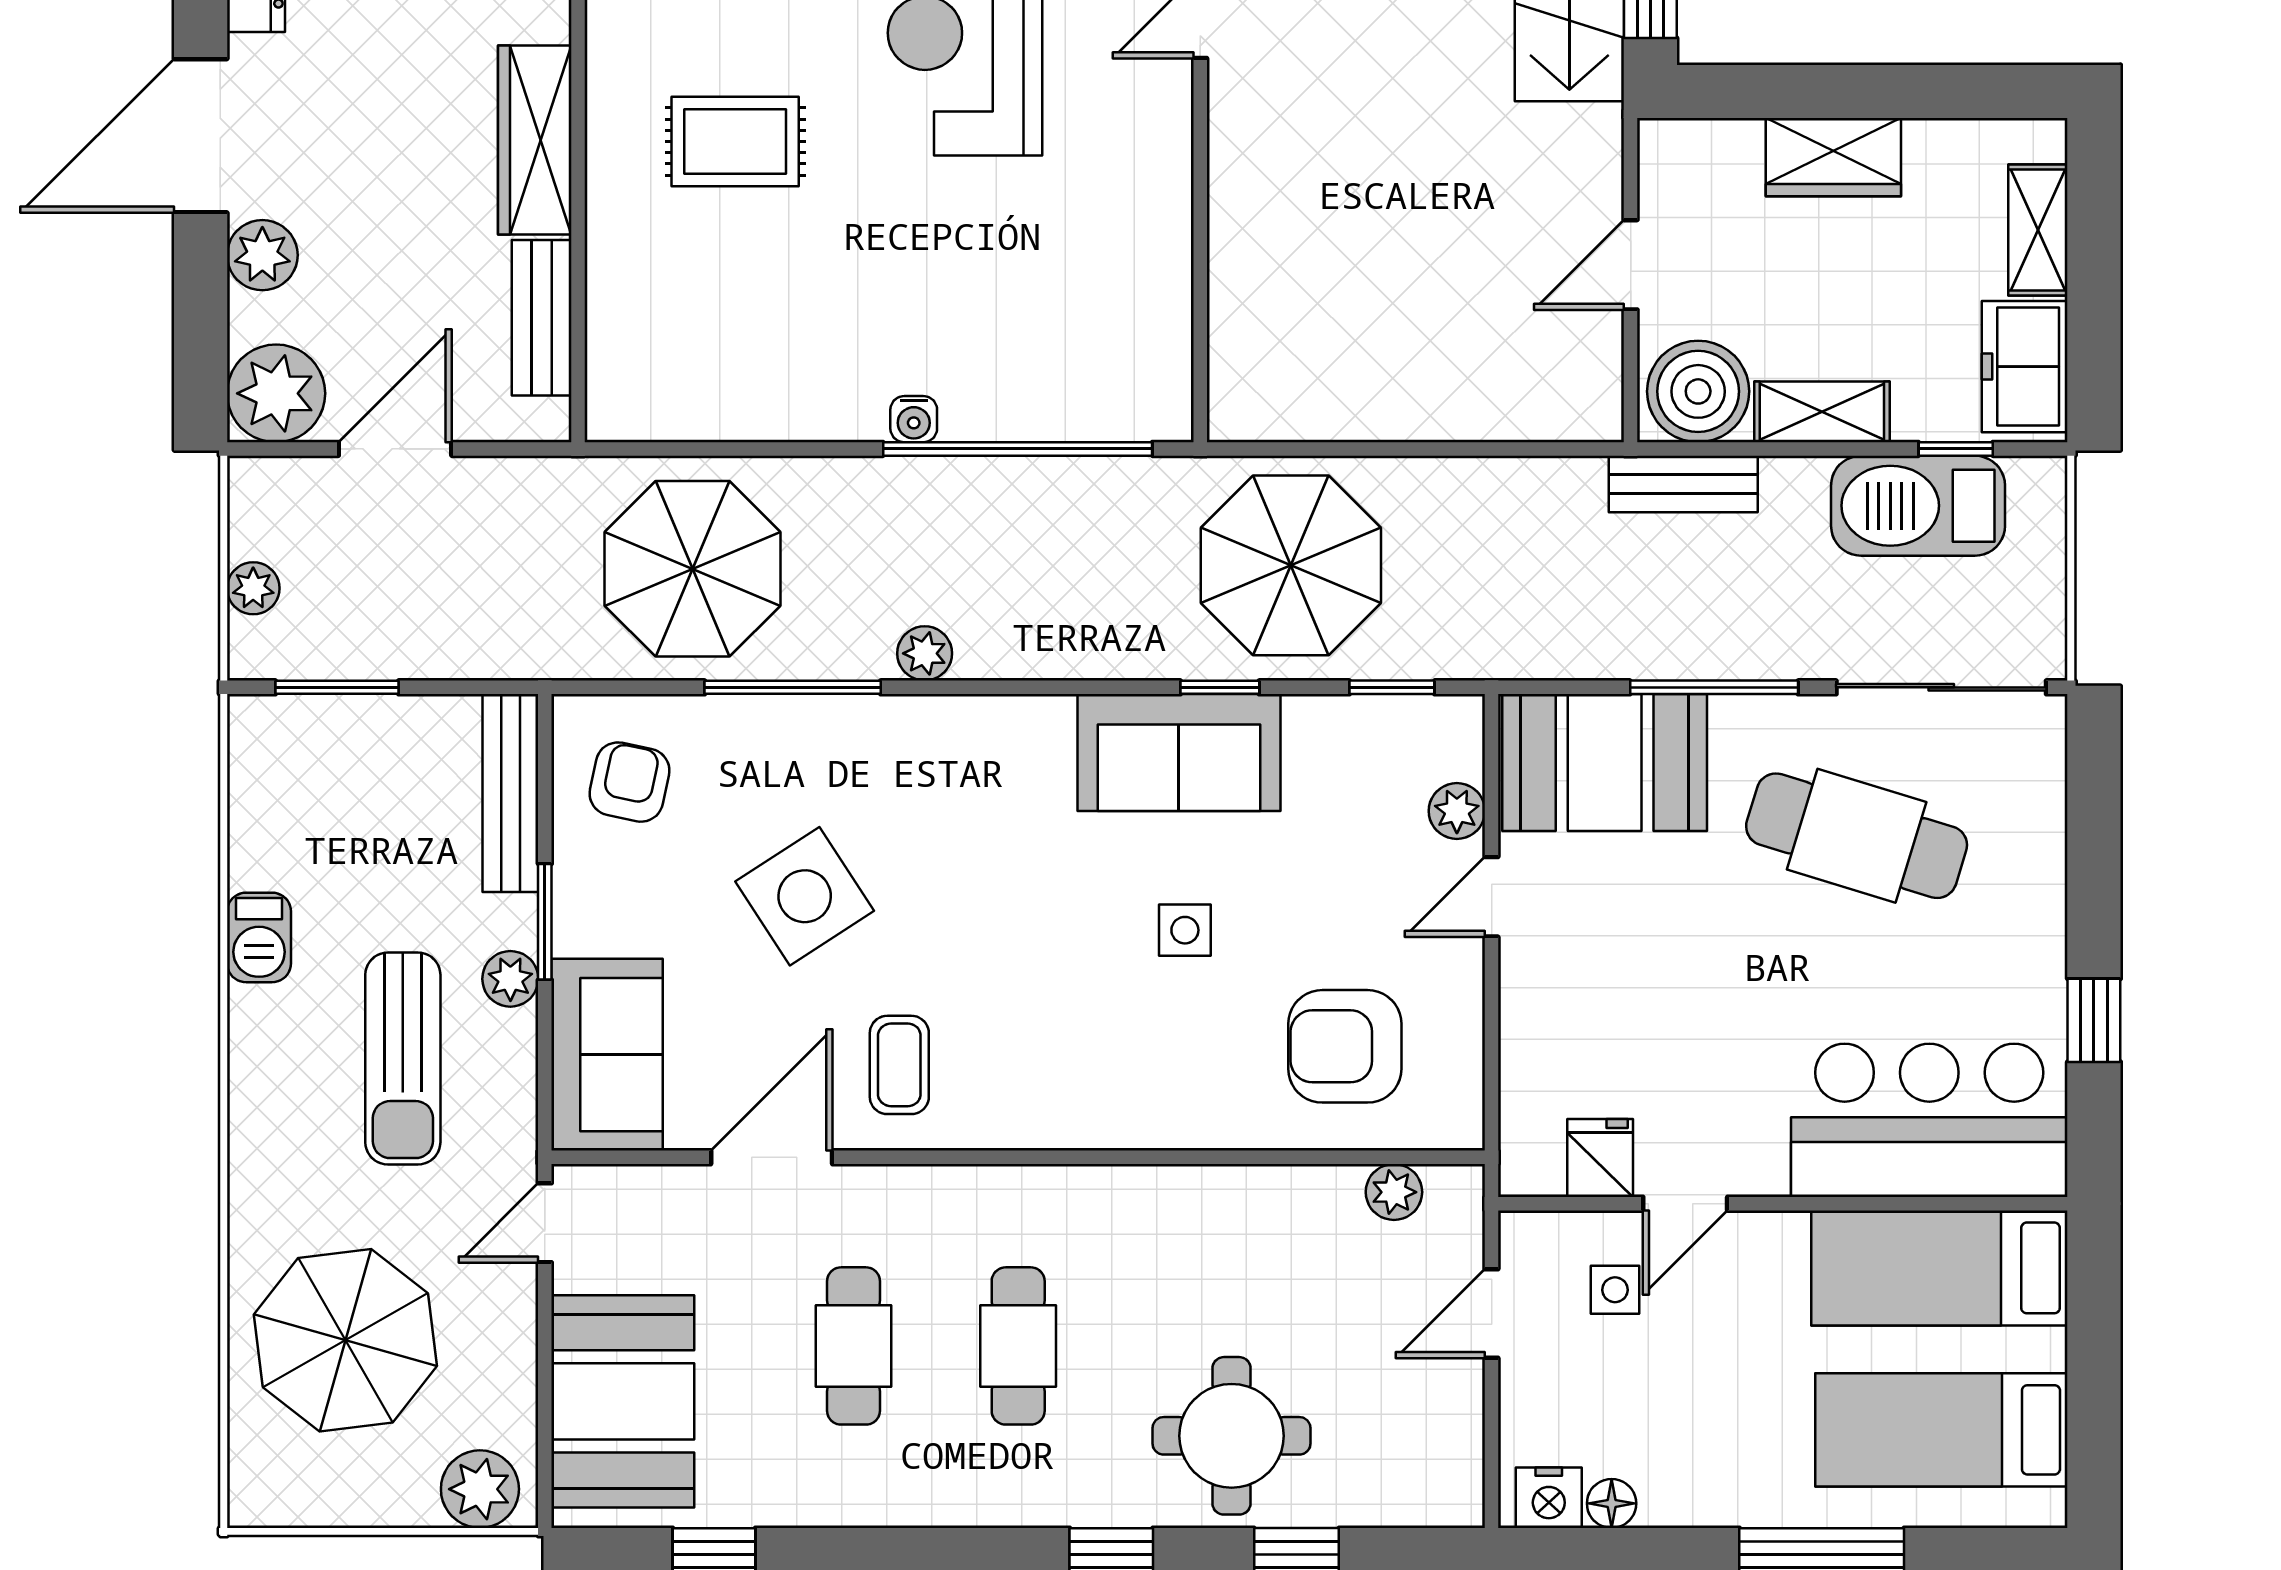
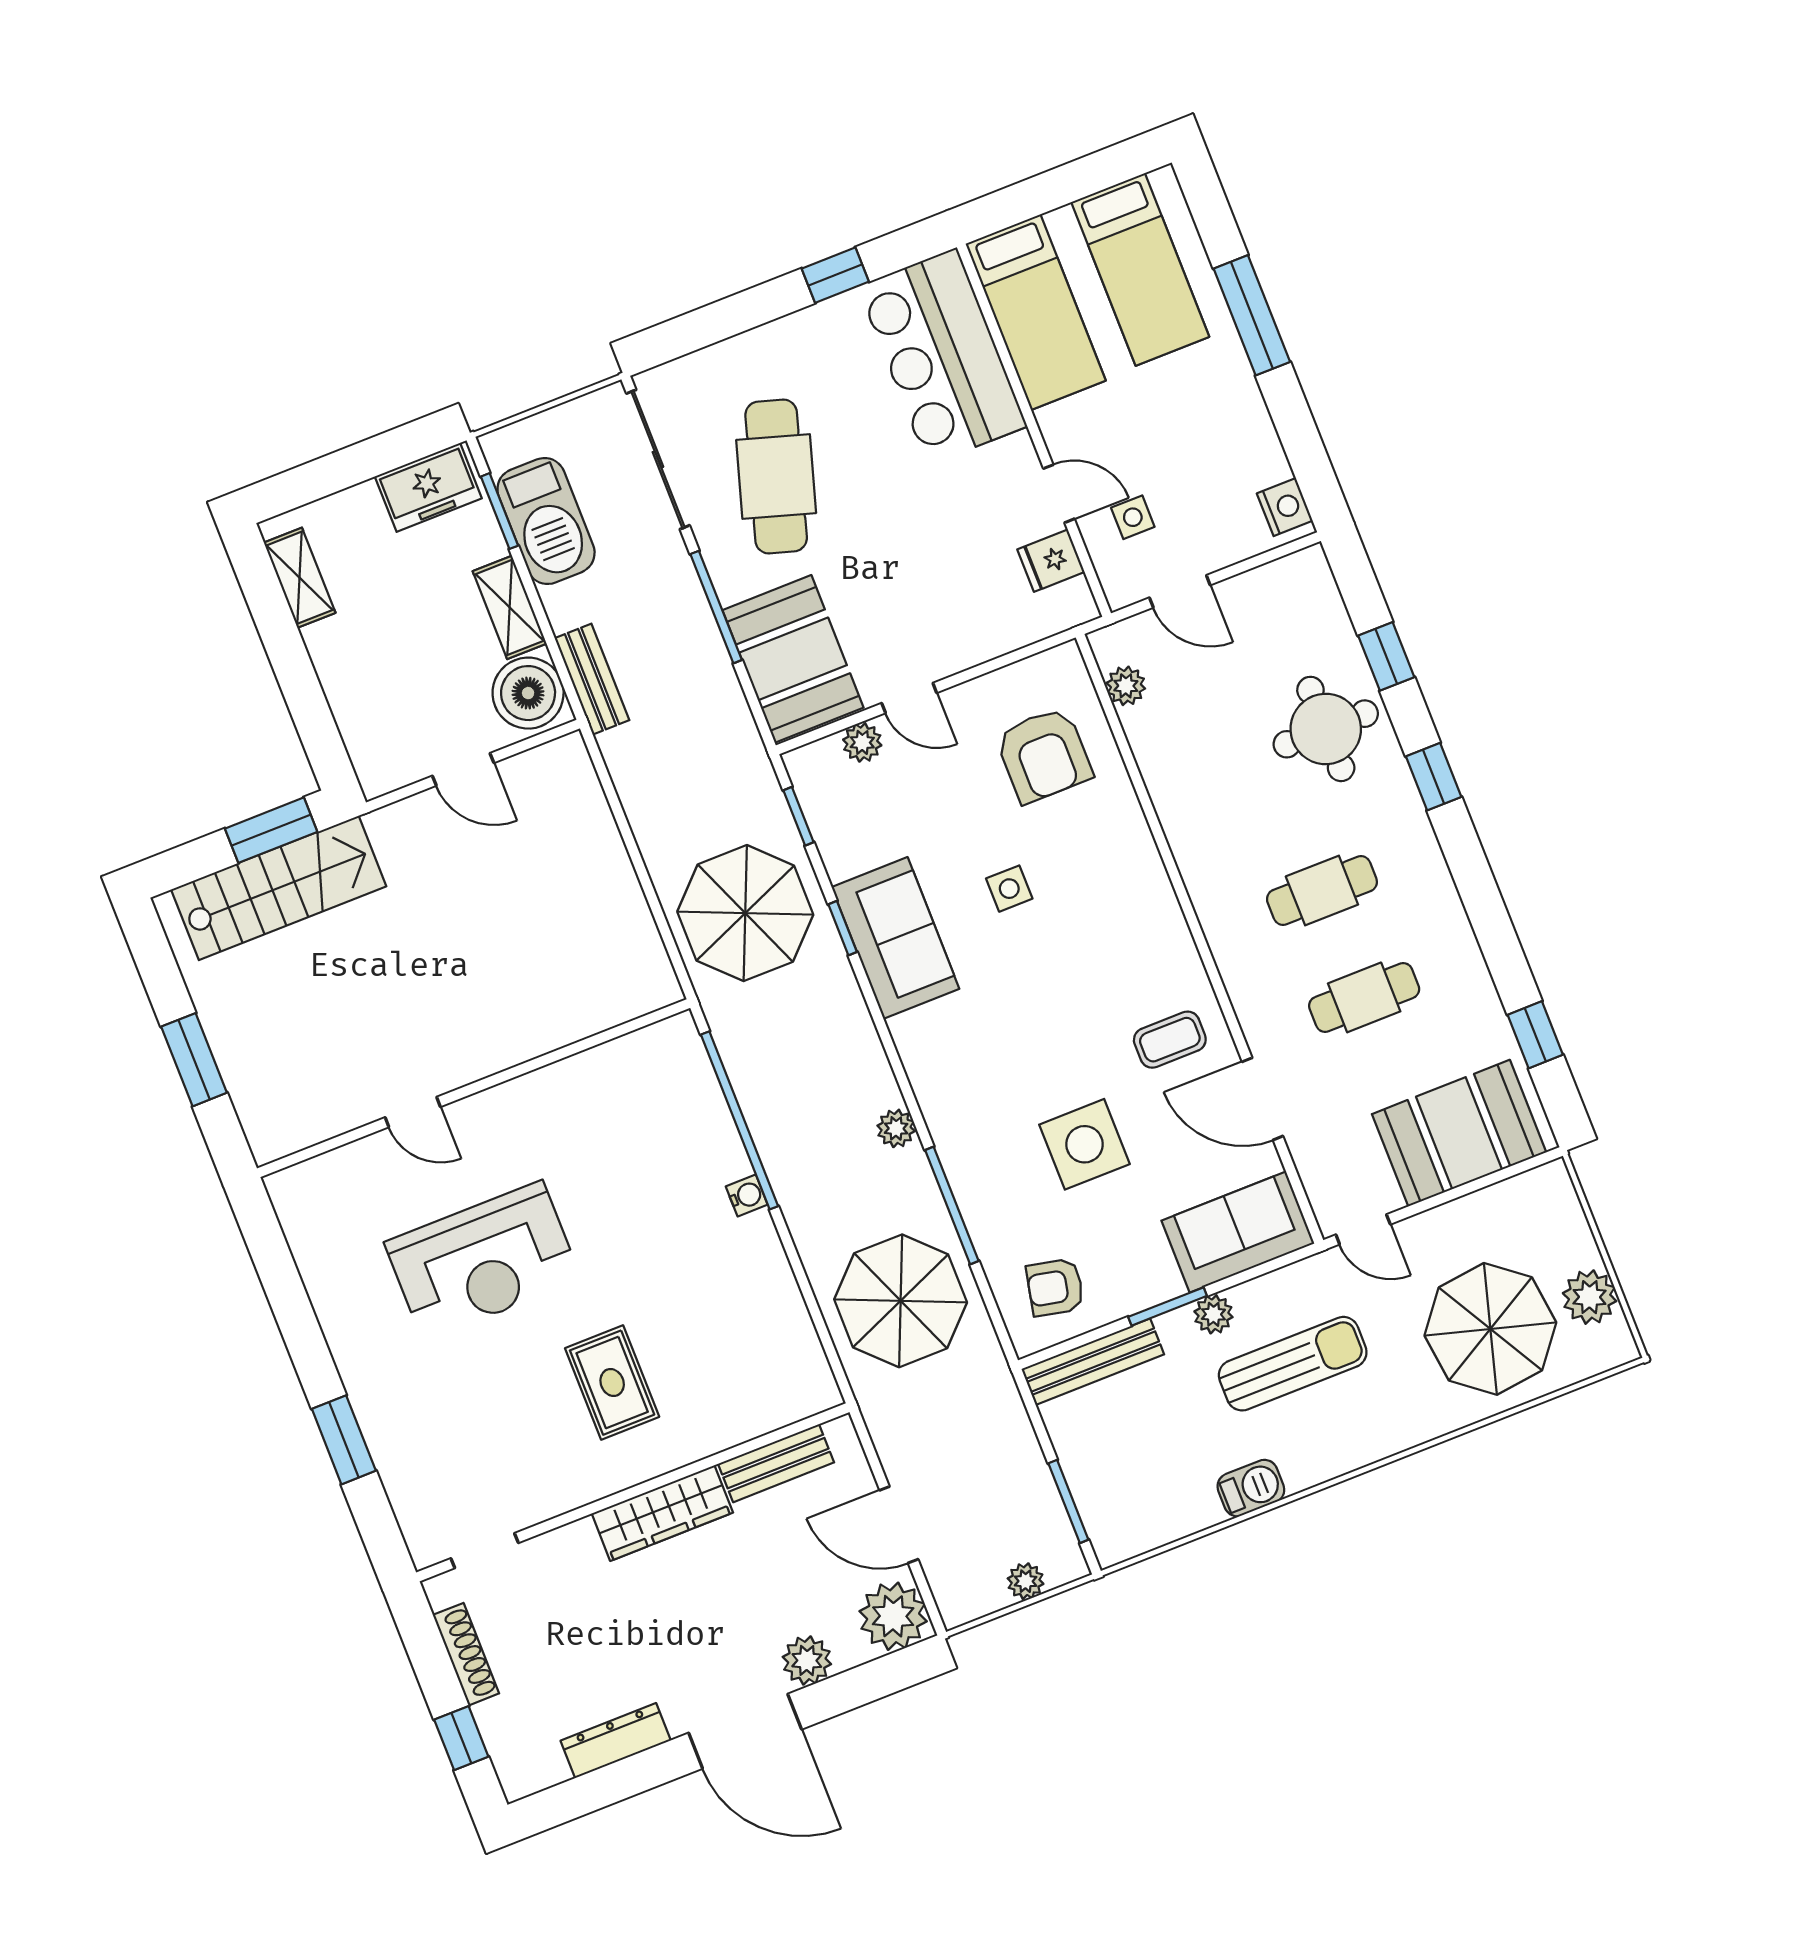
wardrobe: (1833, 157) -> (341, 665), removed
shelving: (2038, 230) -> (300, 578), moved, turned 90
window: (1956, 449) -> (500, 511), width x1.50
side table: (805, 896) -> (1084, 1144), turned 33
plant: (480, 1489) -> (1590, 1297), moved
floor lamp: (1612, 1503) -> (1272, 465), removed

